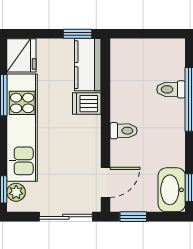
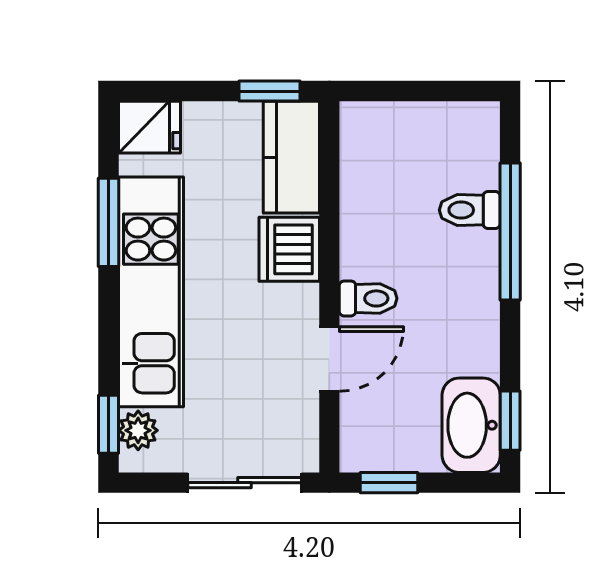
fridge: (21, 55) -> (149, 127), width x0.72
dishwasher: (87, 104) -> (289, 249), width x1.38
door: (105, 182) -> (329, 359), moved

